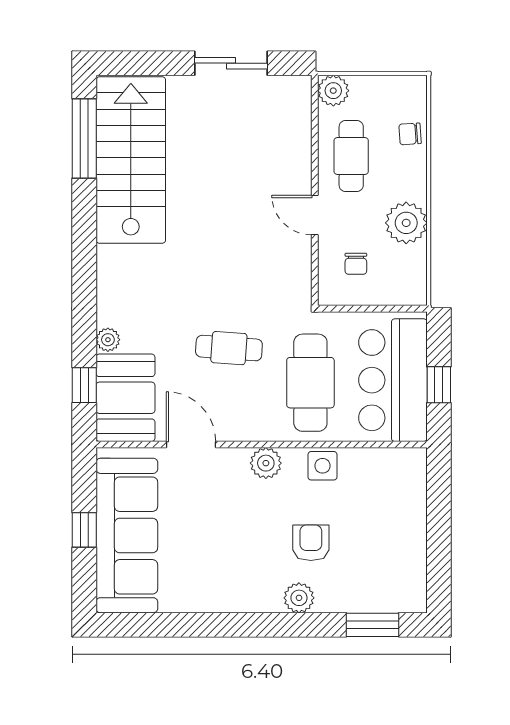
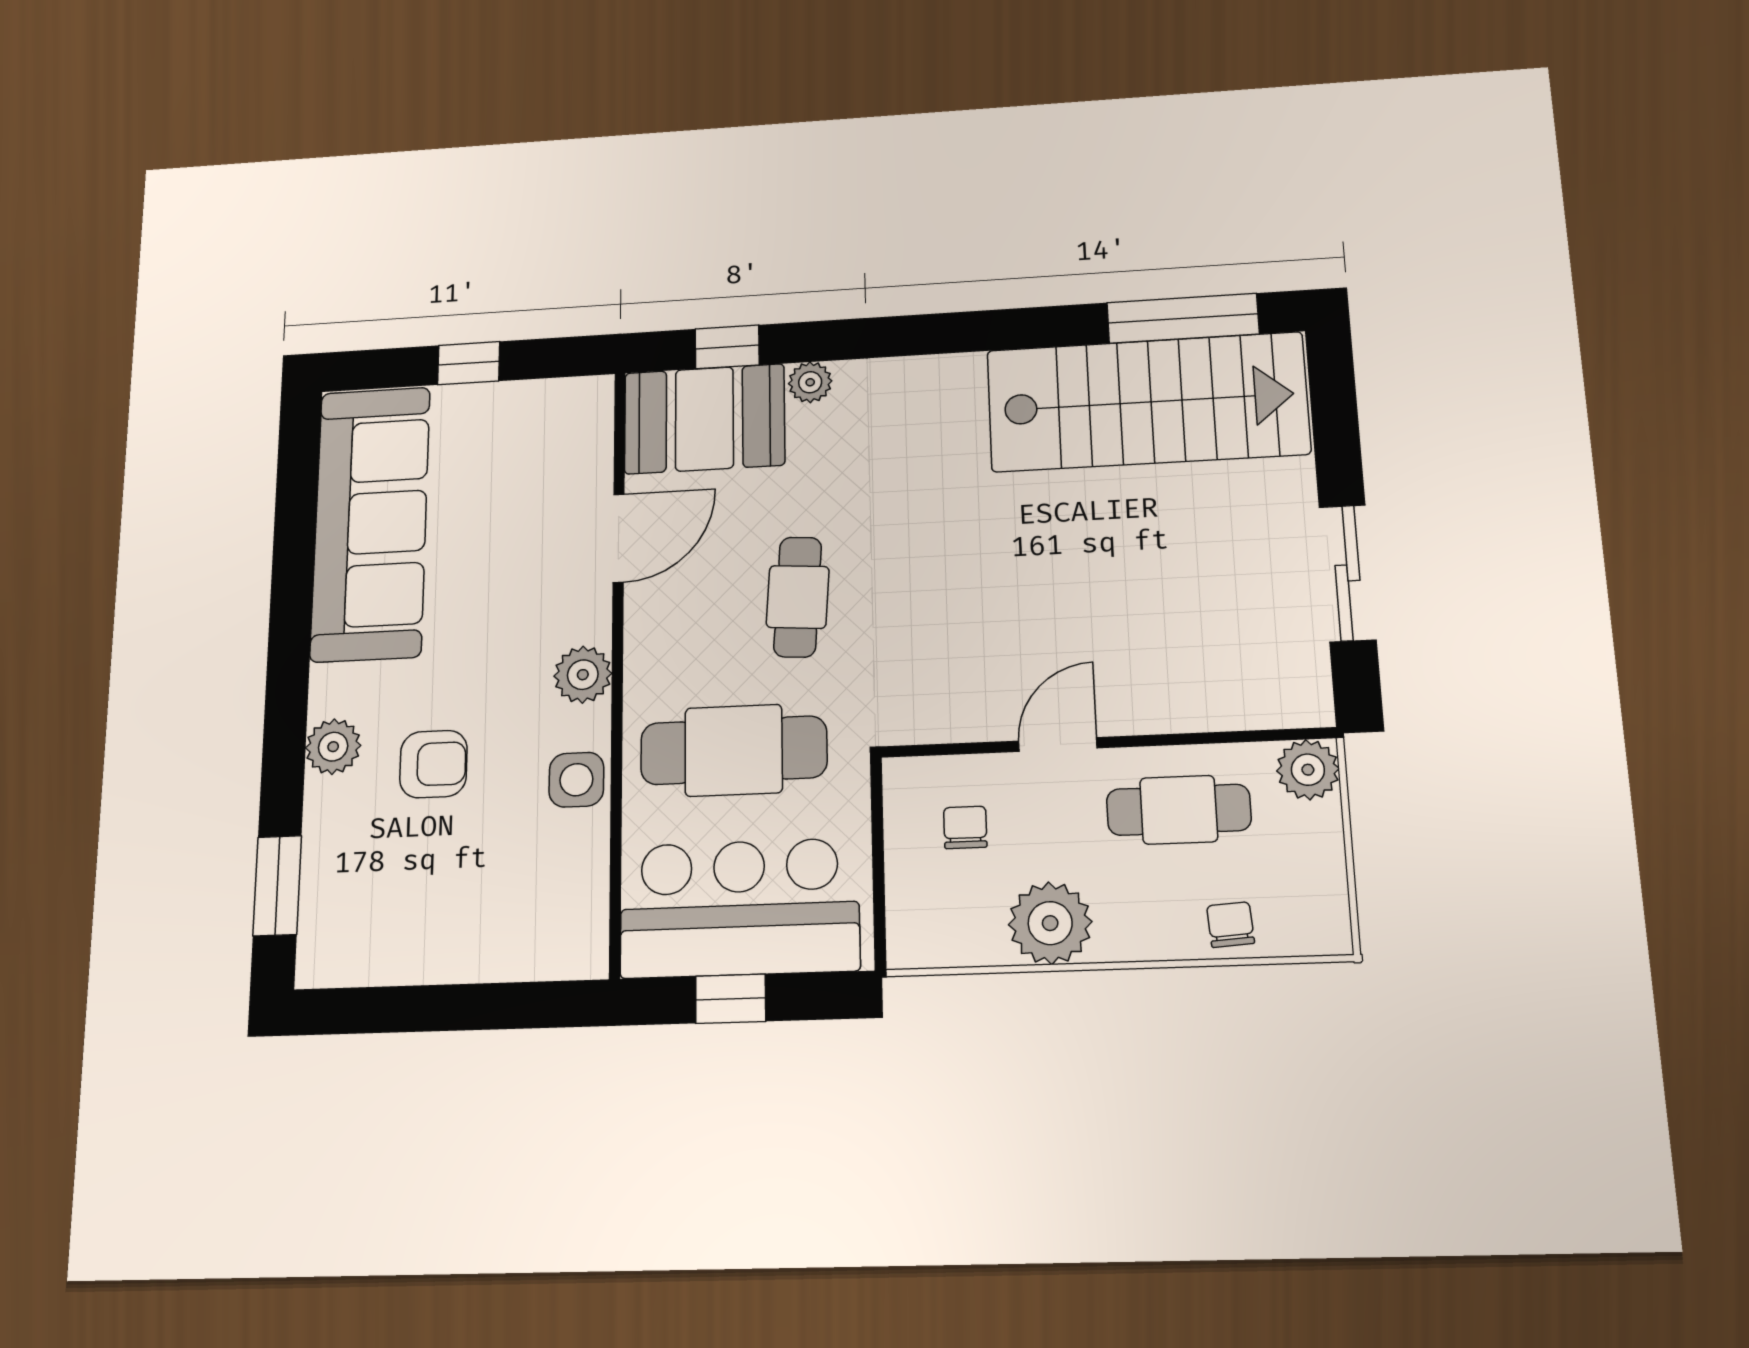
chair: (356, 264) -> (965, 827), turned 90
sofa: (127, 536) -> (371, 523), moved, turned -90

